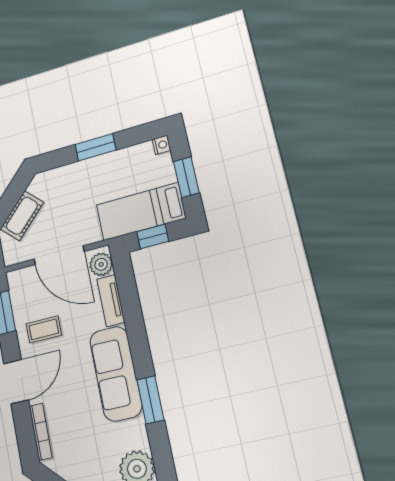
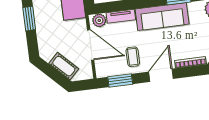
door: (59, 255) -> (91, 45), hinge flipped
door: (16, 382) -> (161, 75), hinge flipped

